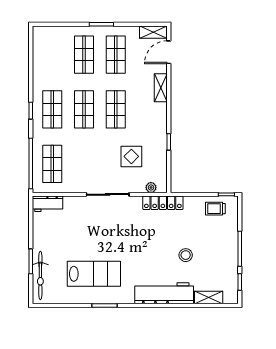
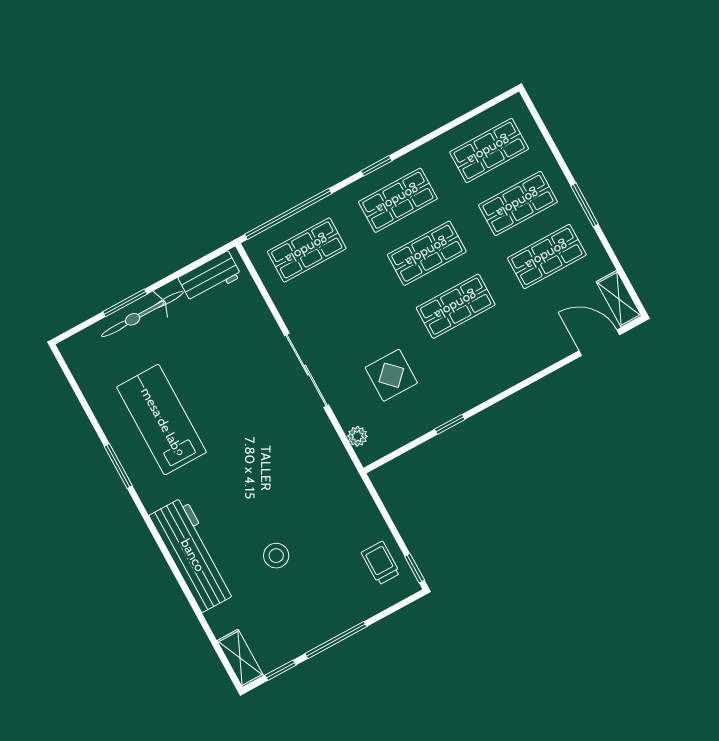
shop shelf: (52, 55) -> (489, 151), added
shelving: (161, 88) -> (533, 362), removed
locker: (163, 203) -> (343, 470), removed
workbench: (48, 204) -> (210, 277), moved, turned -90
lab bench: (94, 274) -> (162, 420), turned 180
bicycle: (40, 275) -> (142, 314), moved
shelving: (209, 298) -> (240, 658), moved

